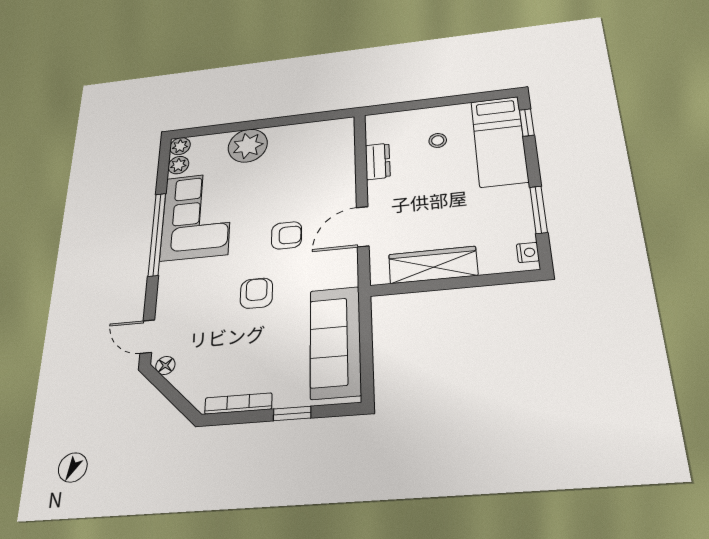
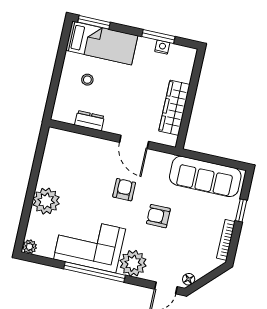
window: (527, 123) -> (94, 22), width x1.50
plant: (178, 165) -> (133, 263), moved, width x1.87, depth x1.87
nightstand: (528, 252) -> (162, 47), moved

